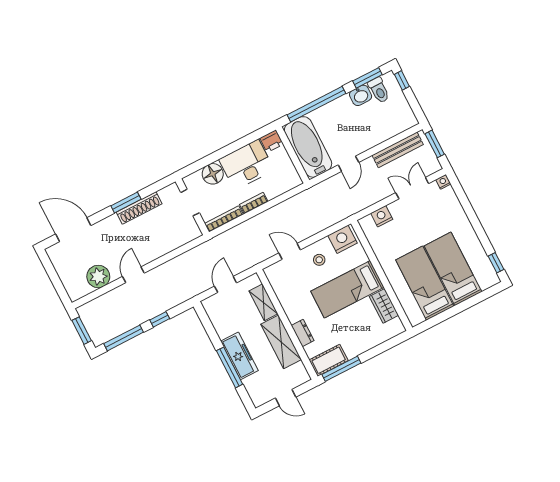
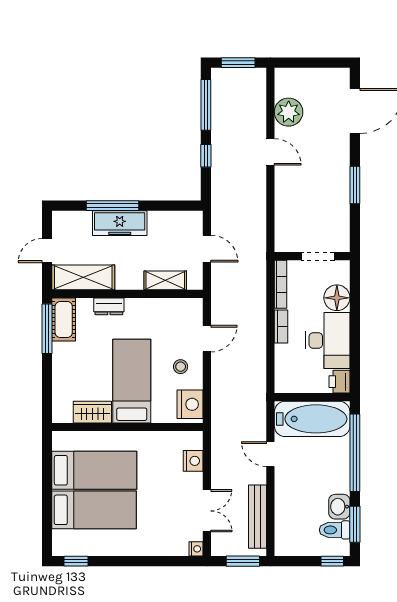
shoe rack: (139, 208) -> (341, 197), removed
shelving: (281, 342) -> (83, 277), moved

